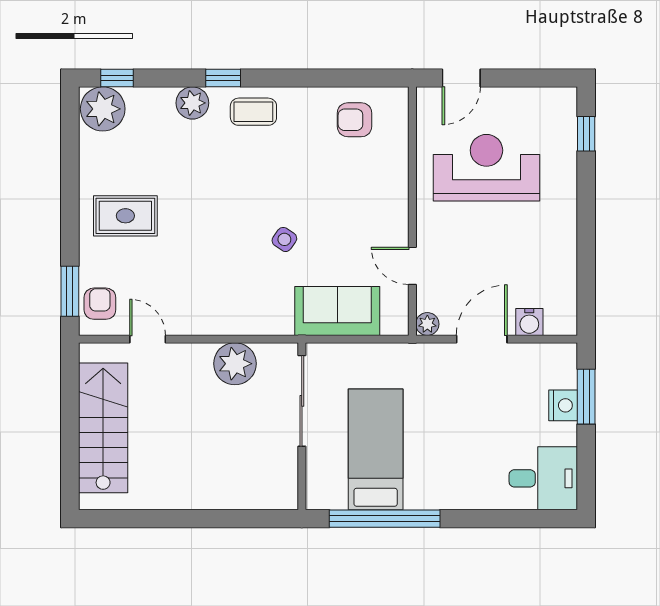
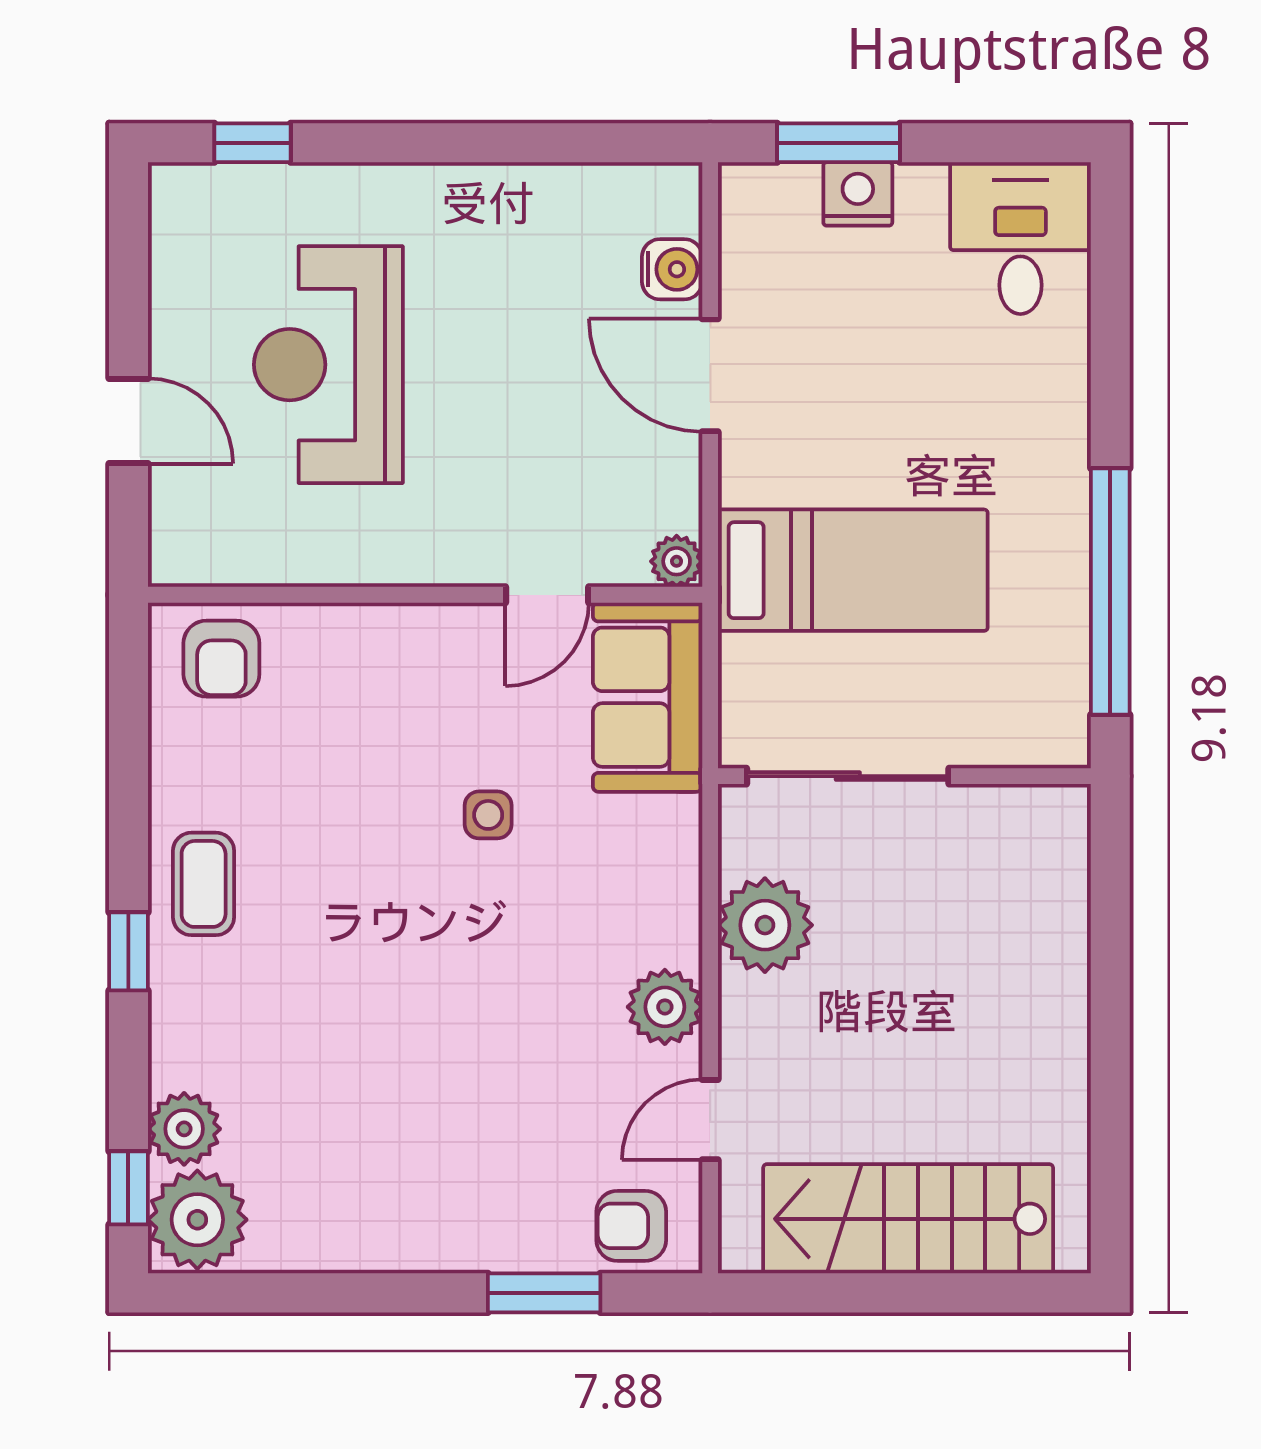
plant: (192, 103) -> (184, 1129), moved
wall: (412, 211) -> (425, 595), moved
rug: (125, 216) -> (436, 1169), removed
side table: (284, 239) -> (488, 815), turned -35
door: (412, 266) -> (547, 595), moved
window: (70, 291) -> (544, 1293), moved
plant: (198, 319) -> (665, 1007), added
plant: (427, 324) -> (677, 561), moved
bed: (376, 449) -> (853, 570), moved, turned 180

